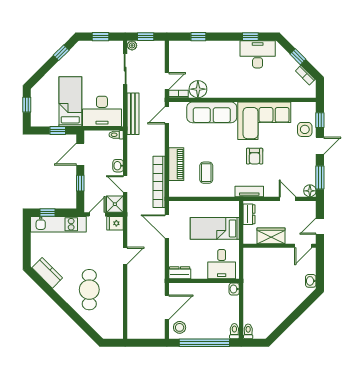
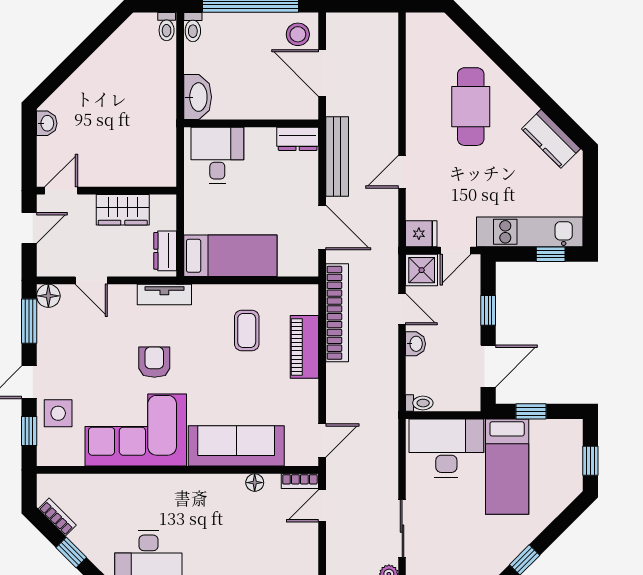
floor lamp: (198, 89) -> (255, 483), width x0.53, depth x0.53
bench: (133, 114) -> (337, 157), moved
bed: (215, 228) -> (230, 256), moved
washbasin: (234, 289) -> (198, 97), width x1.91, depth x1.45
door: (167, 307) -> (322, 73), hinge flipped

